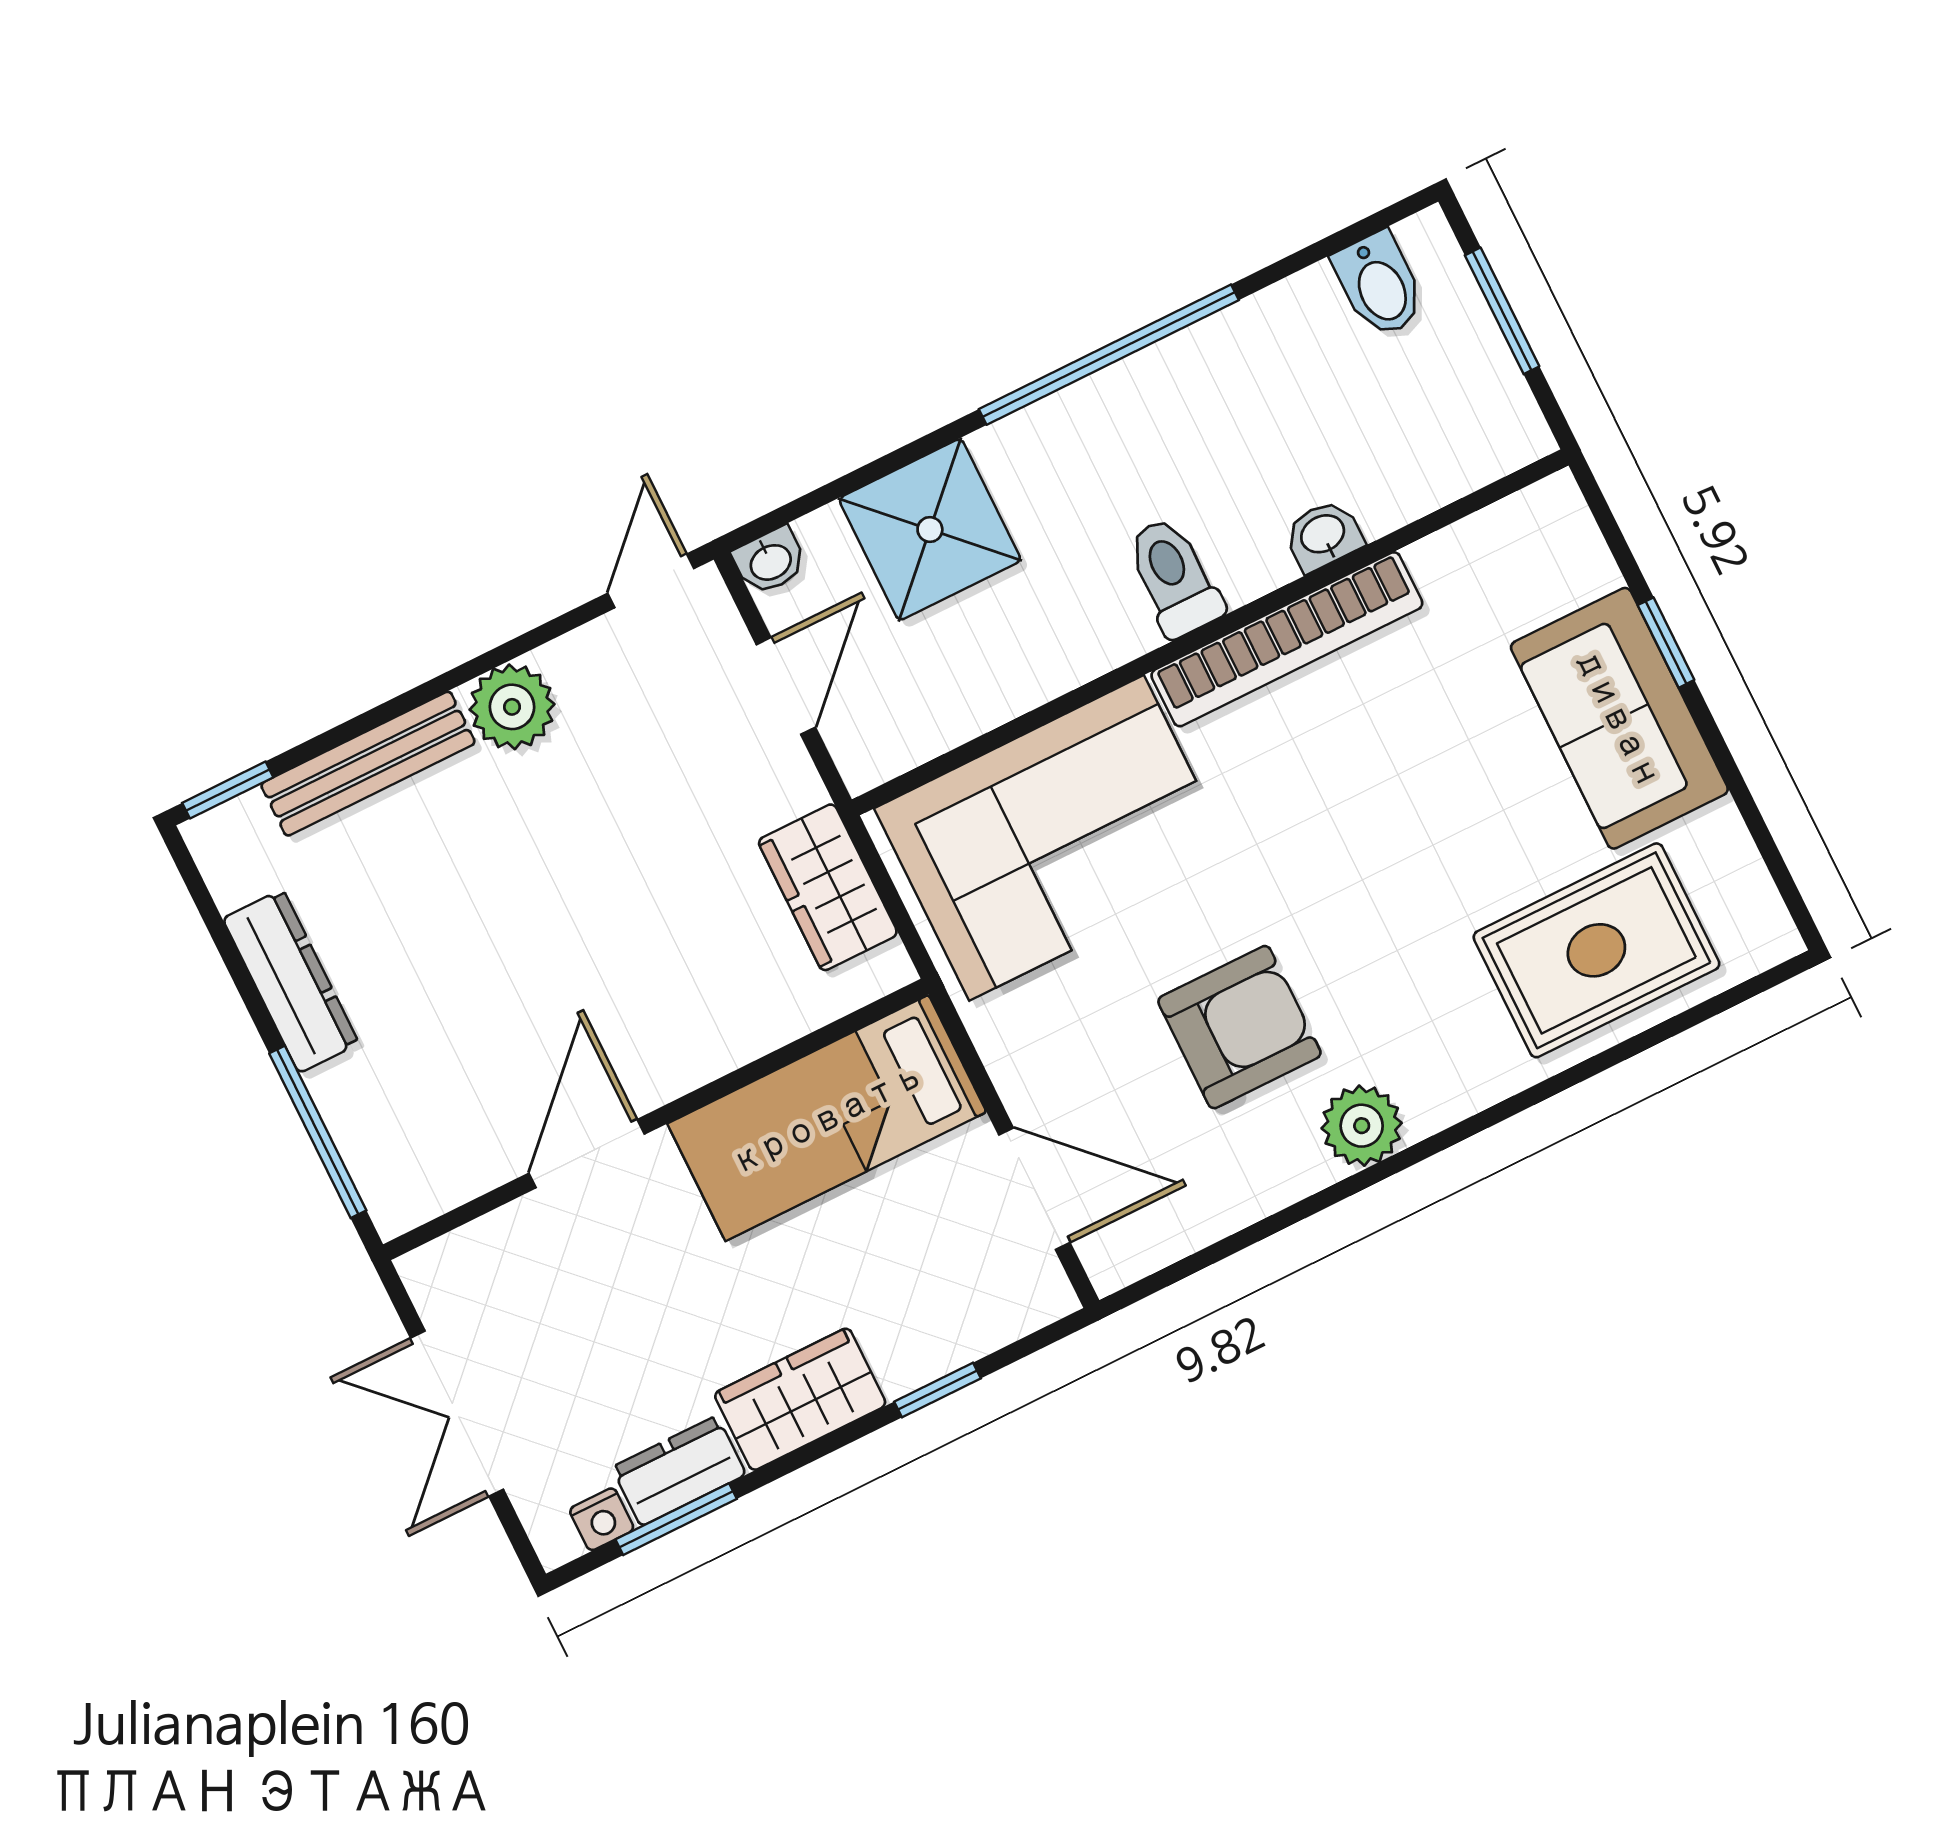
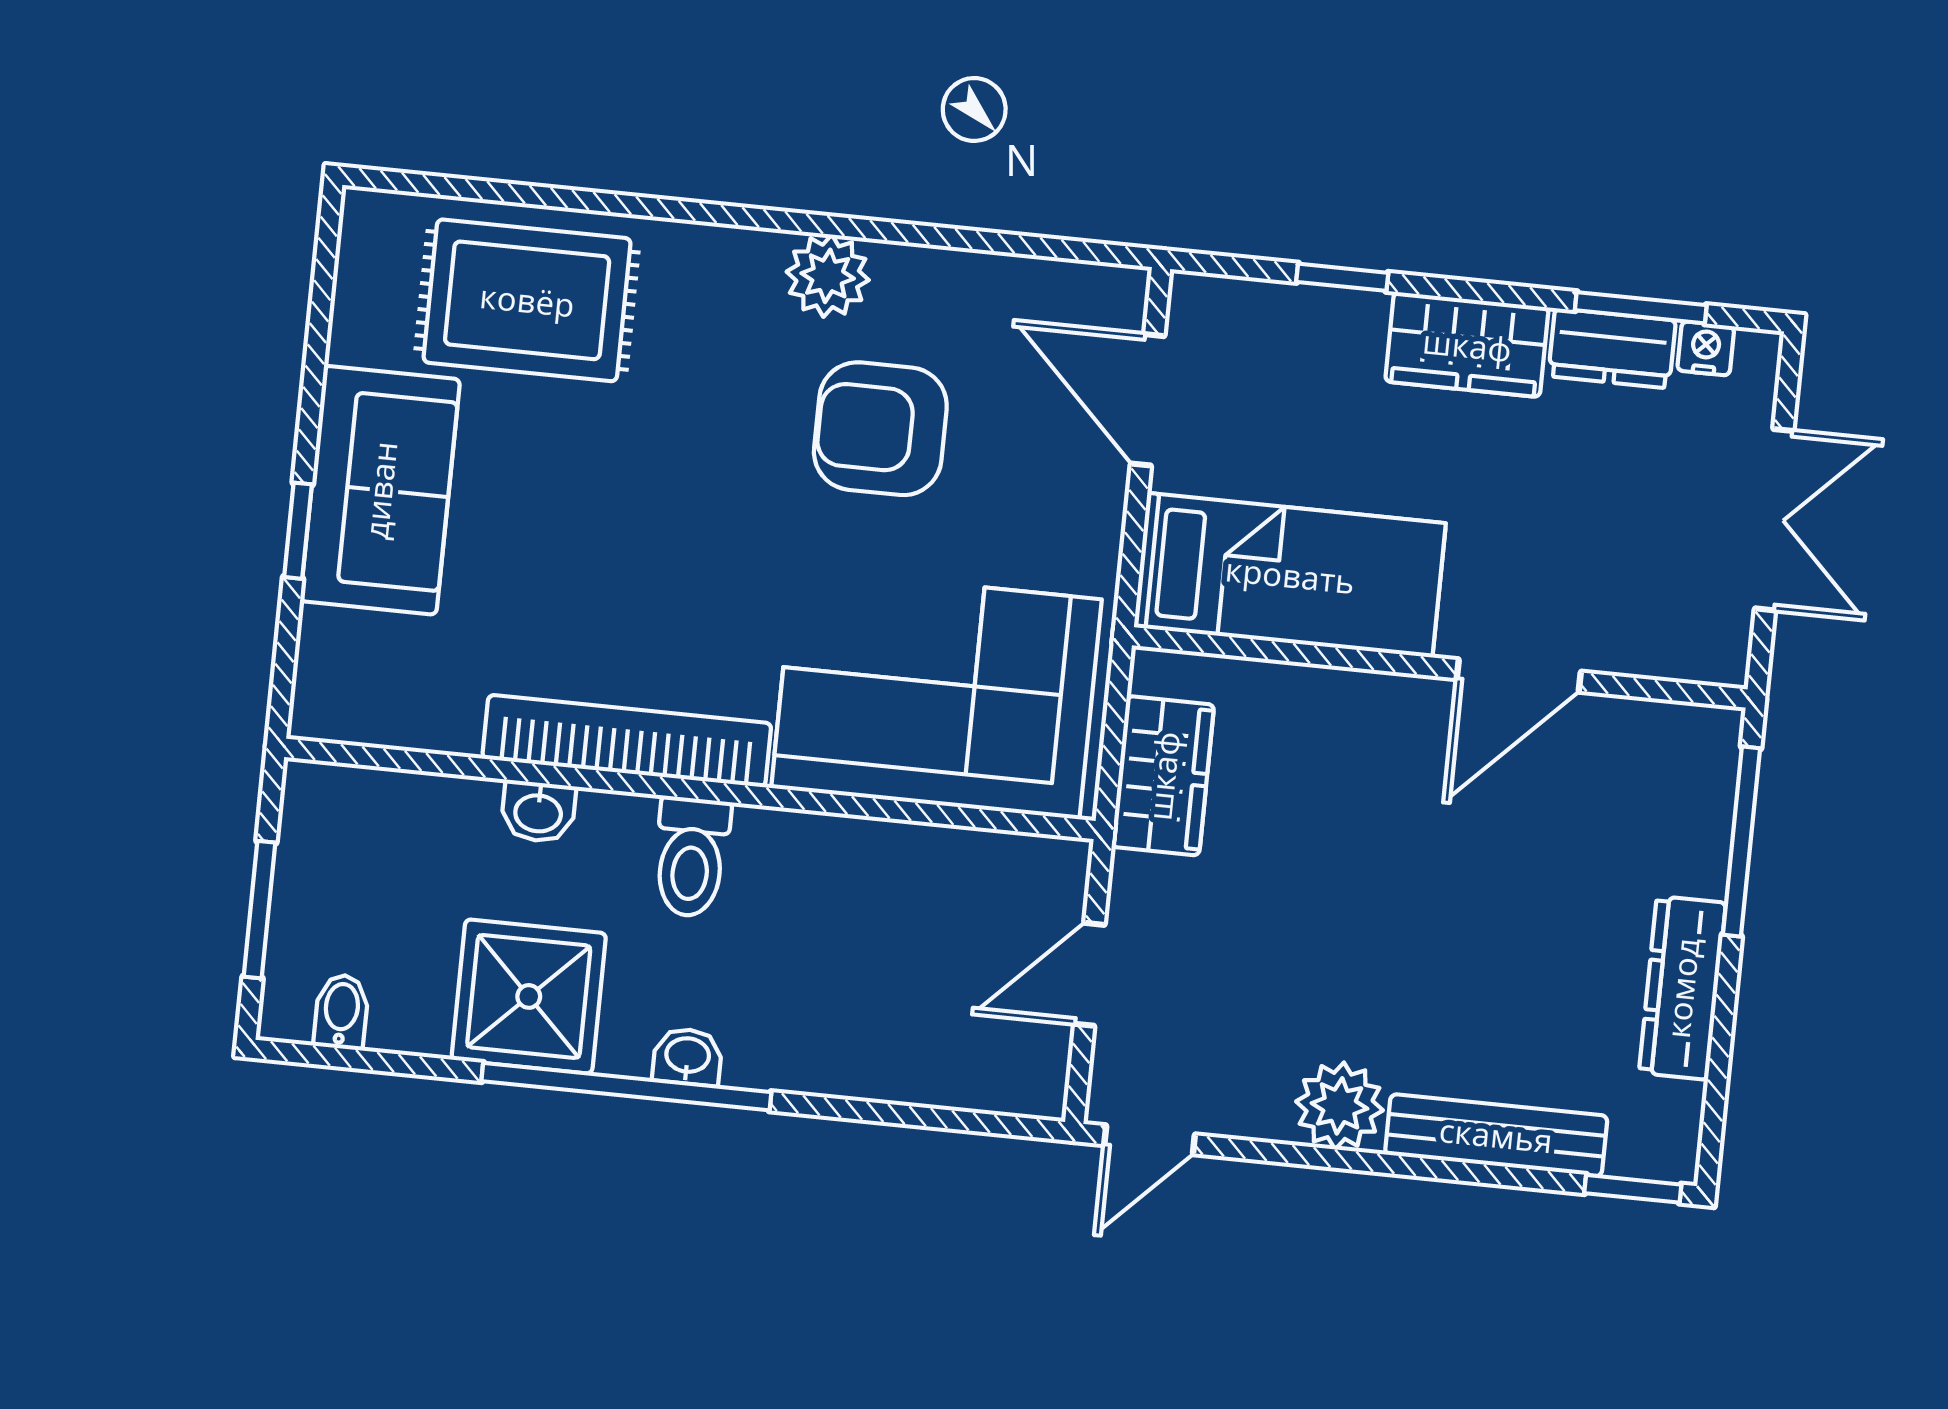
bidet: (1379, 285) -> (341, 1012), width x0.72, depth x0.74
shower: (930, 529) -> (529, 996), moved
washbasin: (770, 561) -> (687, 1057), moved

